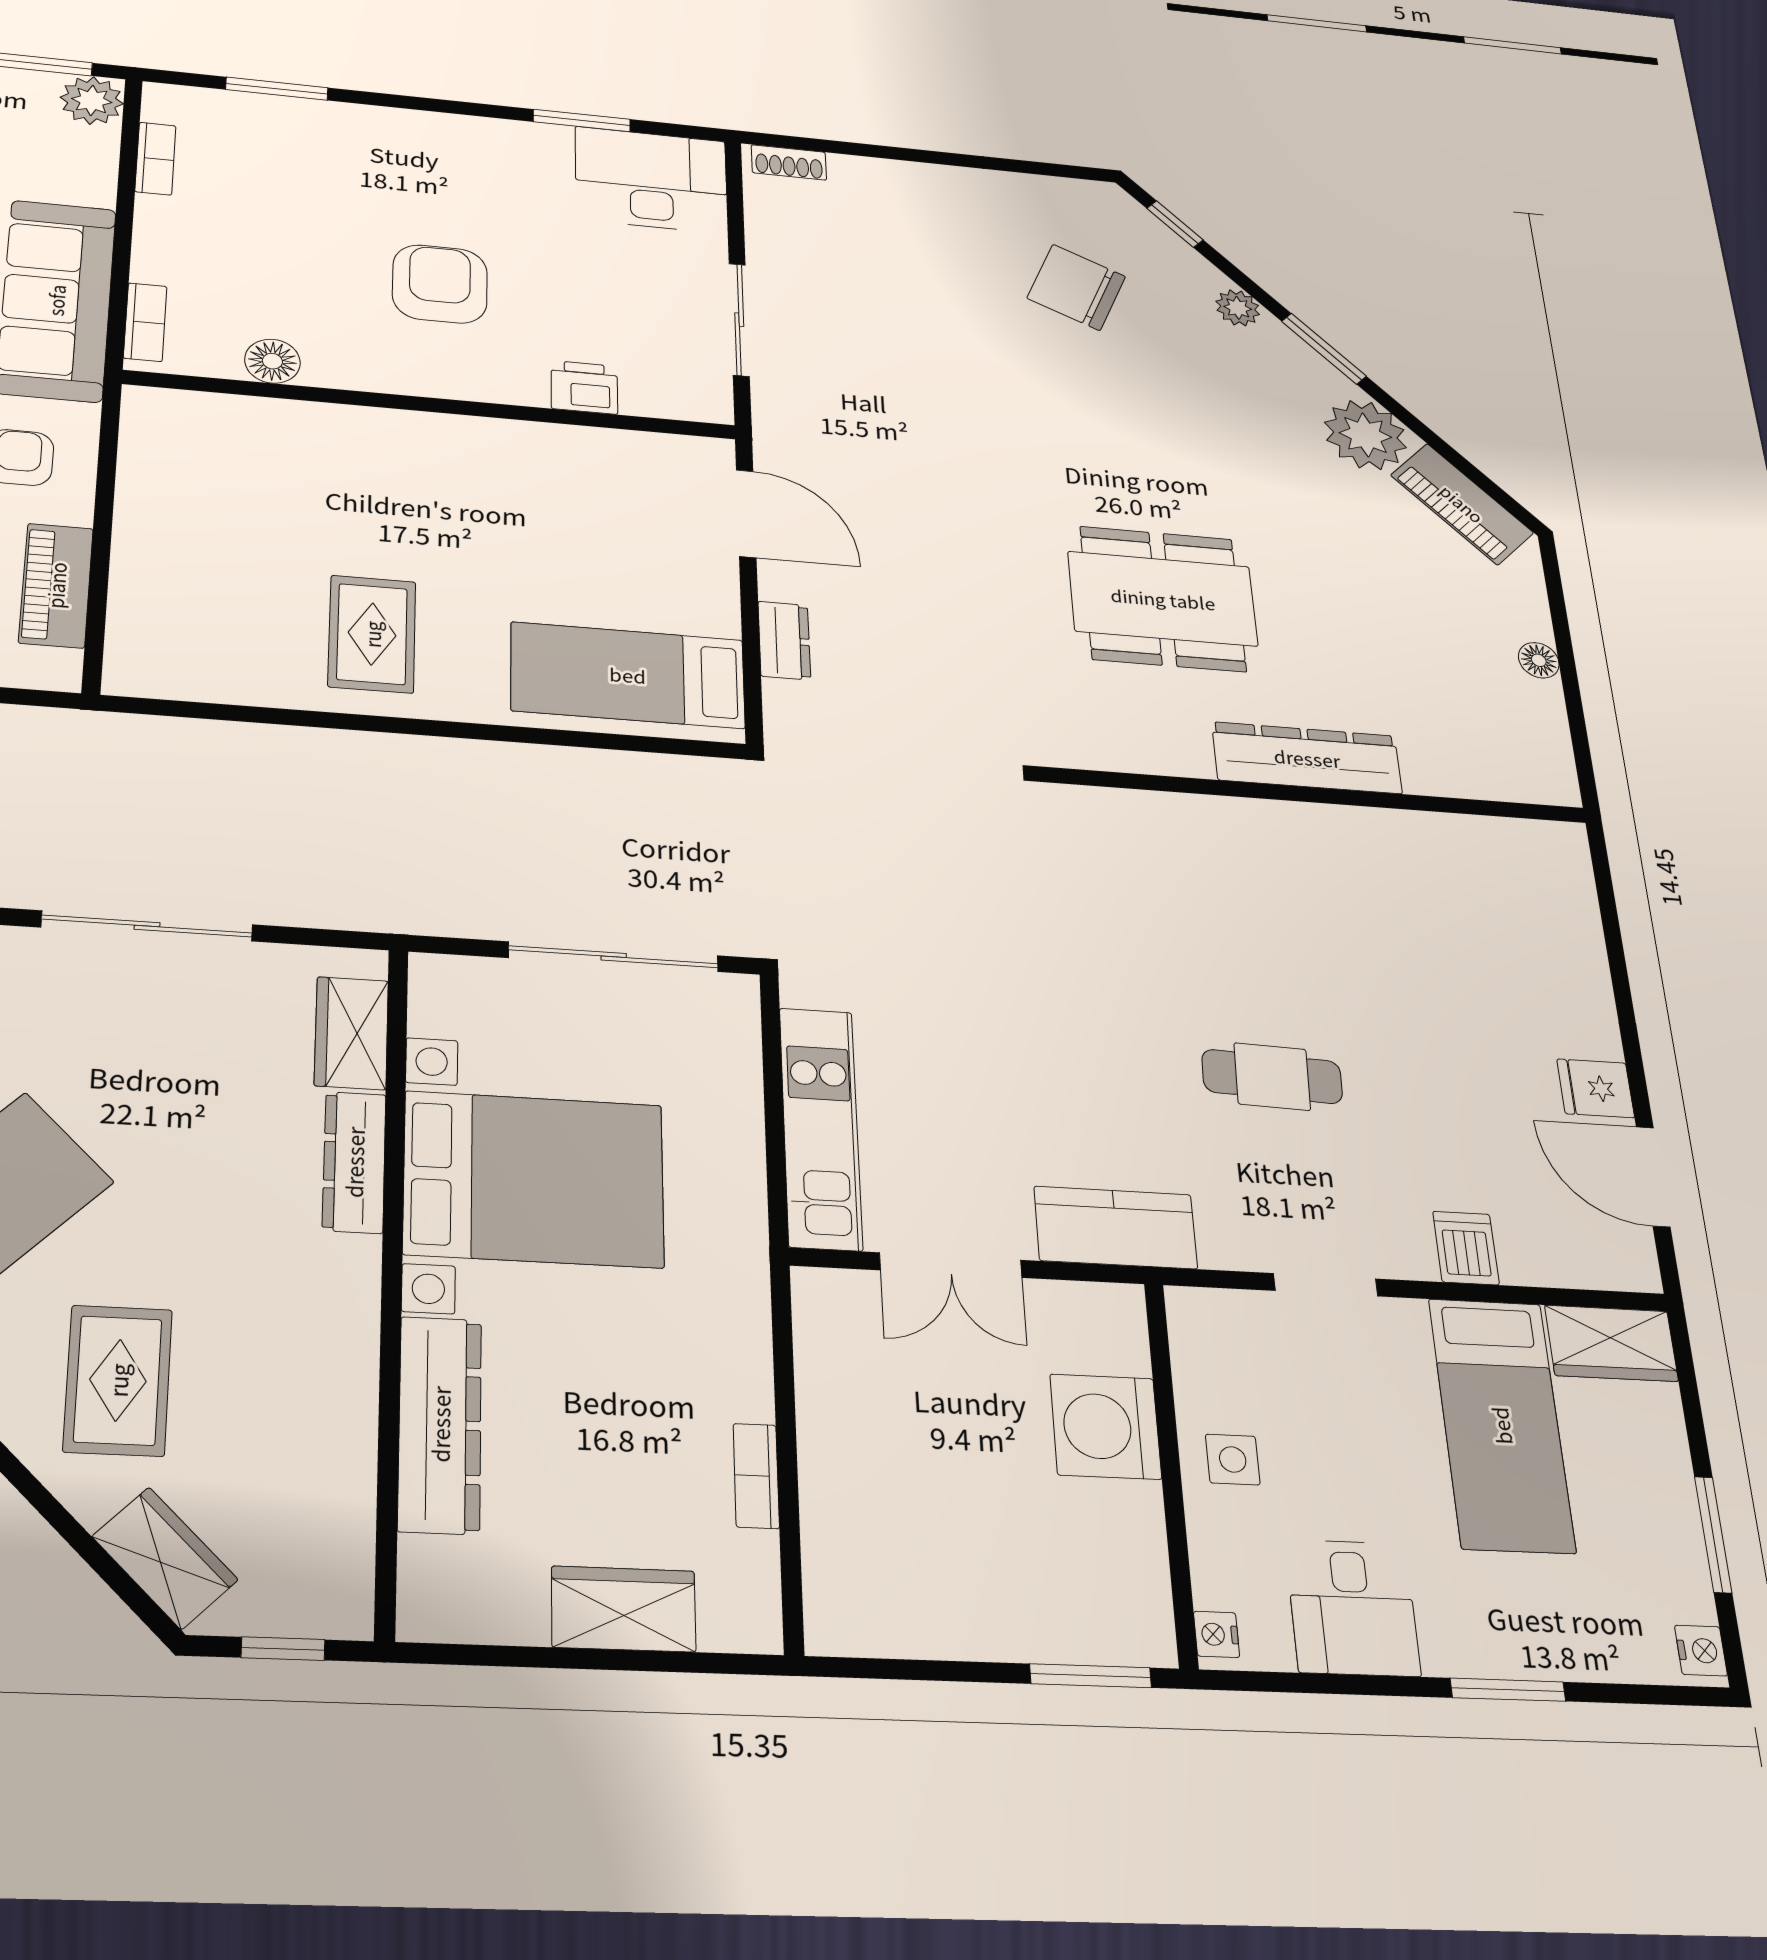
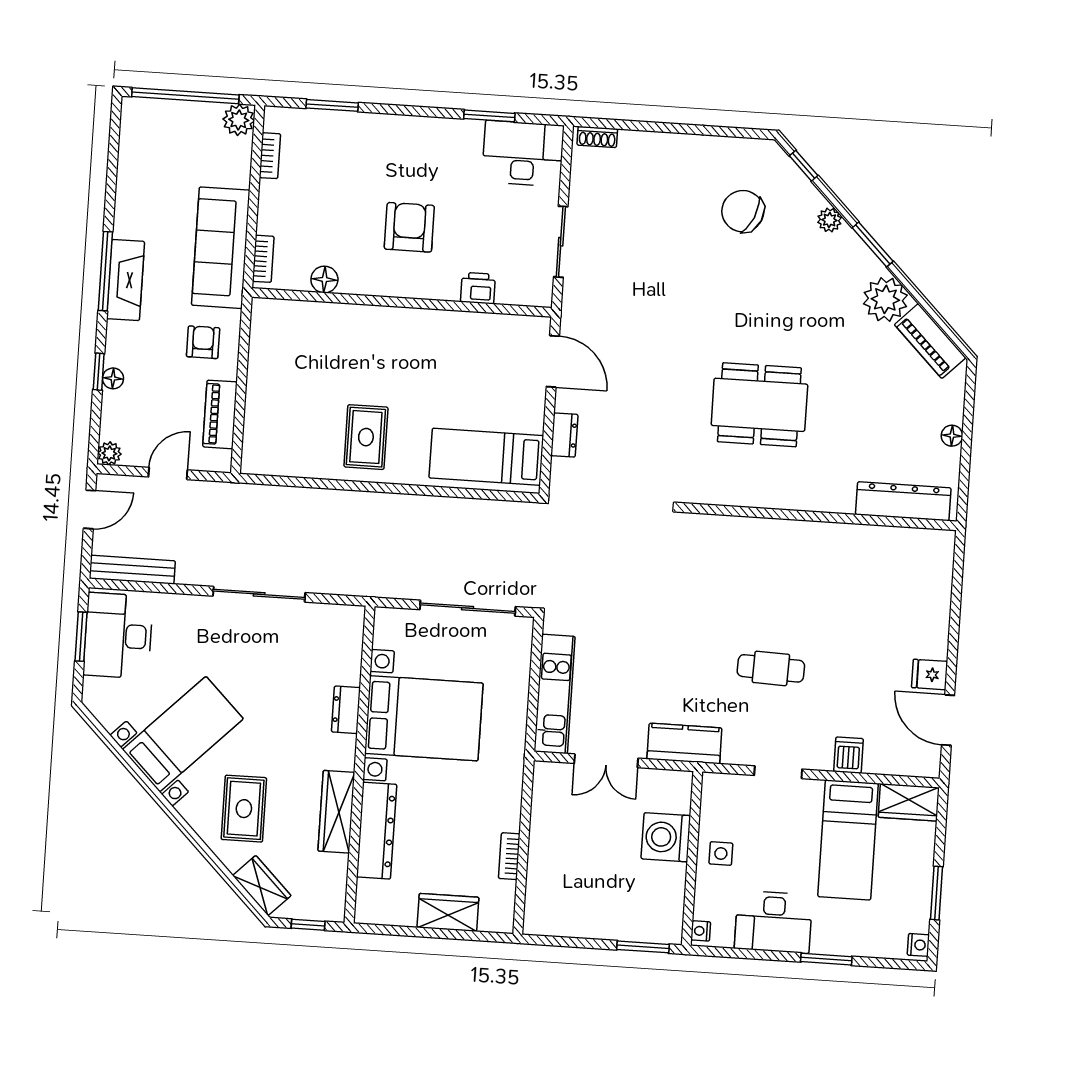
dresser: (1307, 758) -> (903, 501), moved
wardrobe: (351, 1033) -> (336, 812), moved, width x1.50
dresser: (354, 1162) -> (346, 710), width x0.70
desk: (1353, 1608) -> (773, 922), width x1.37

